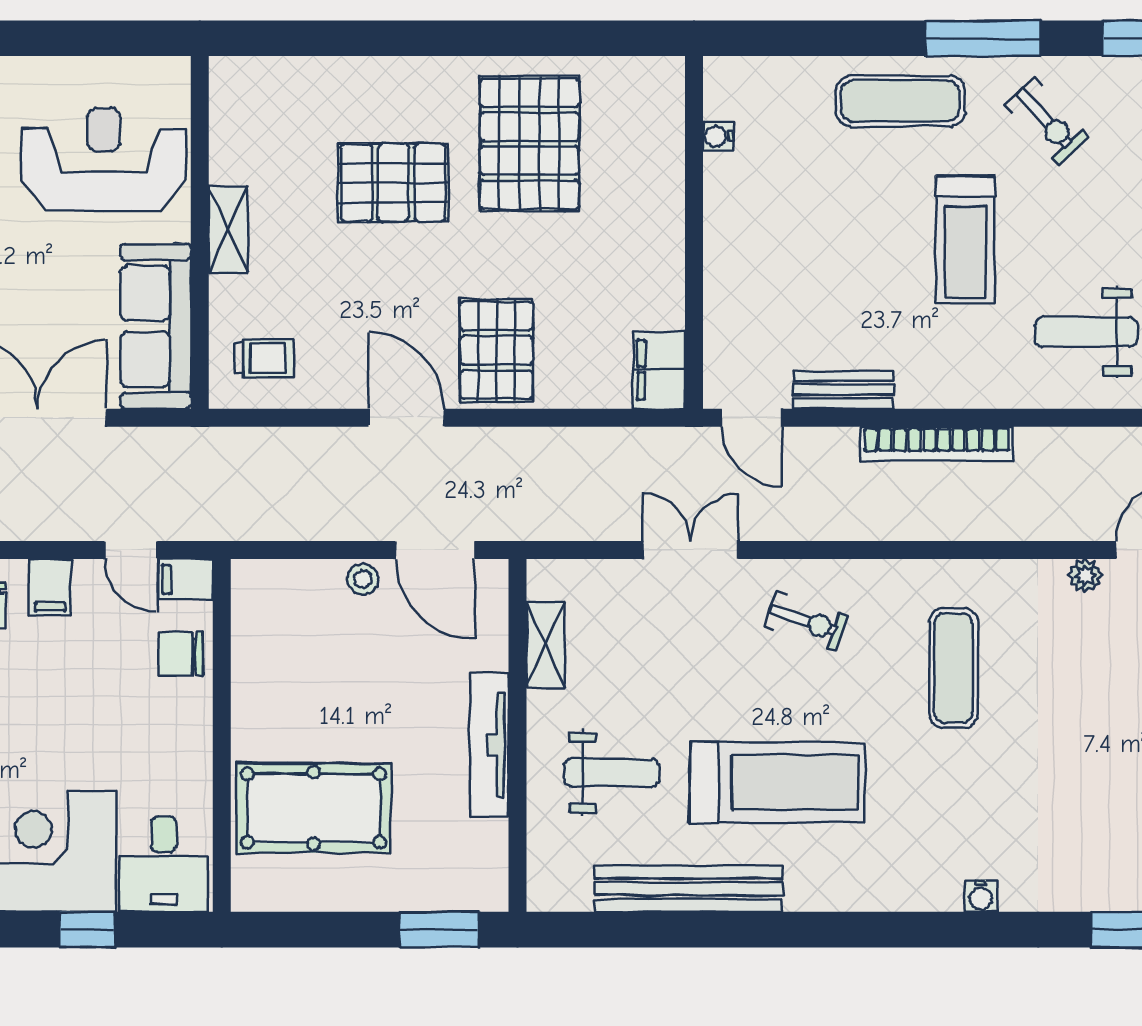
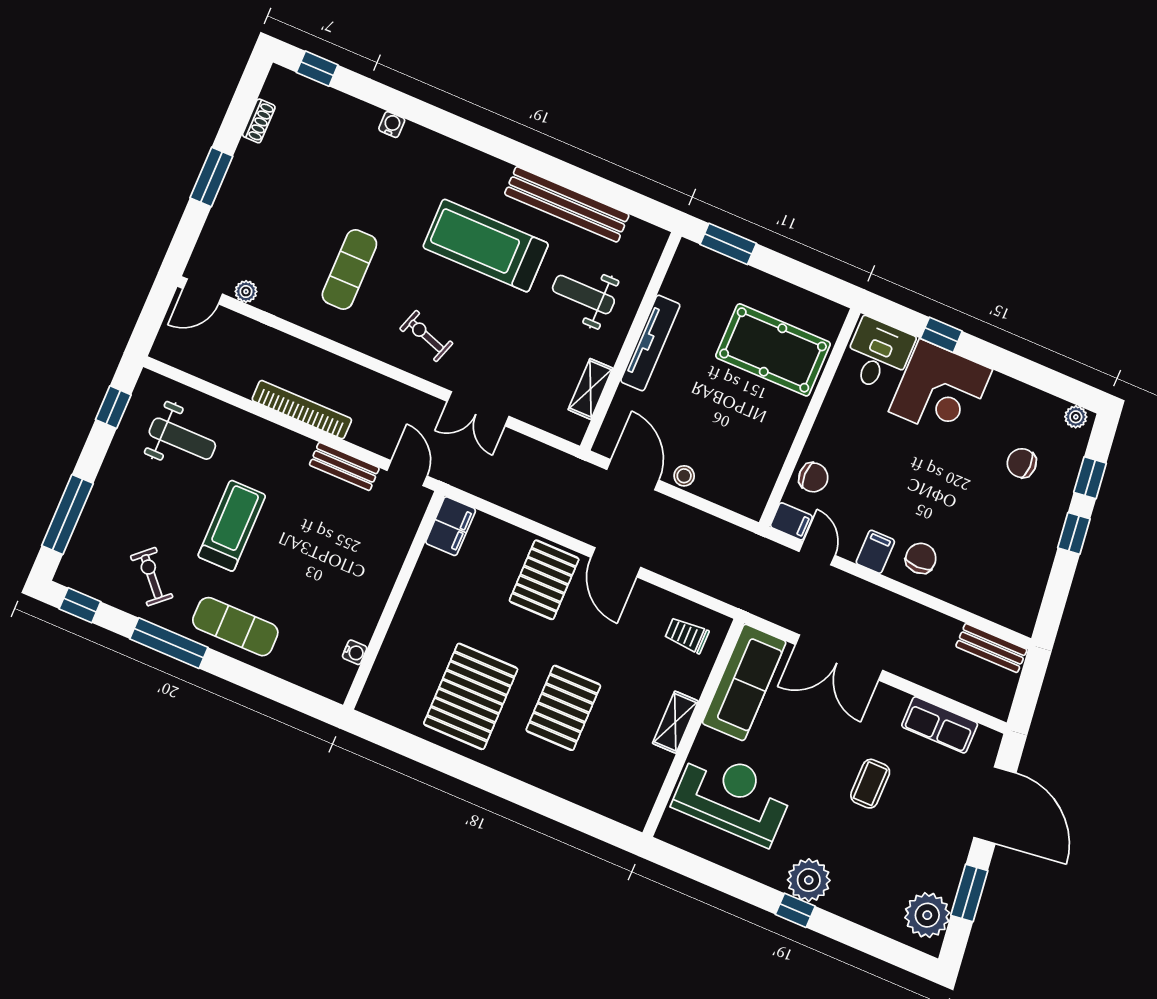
reception desk: (103, 159) -> (733, 797), turned 180
pallet: (393, 183) -> (563, 708), turned 90

